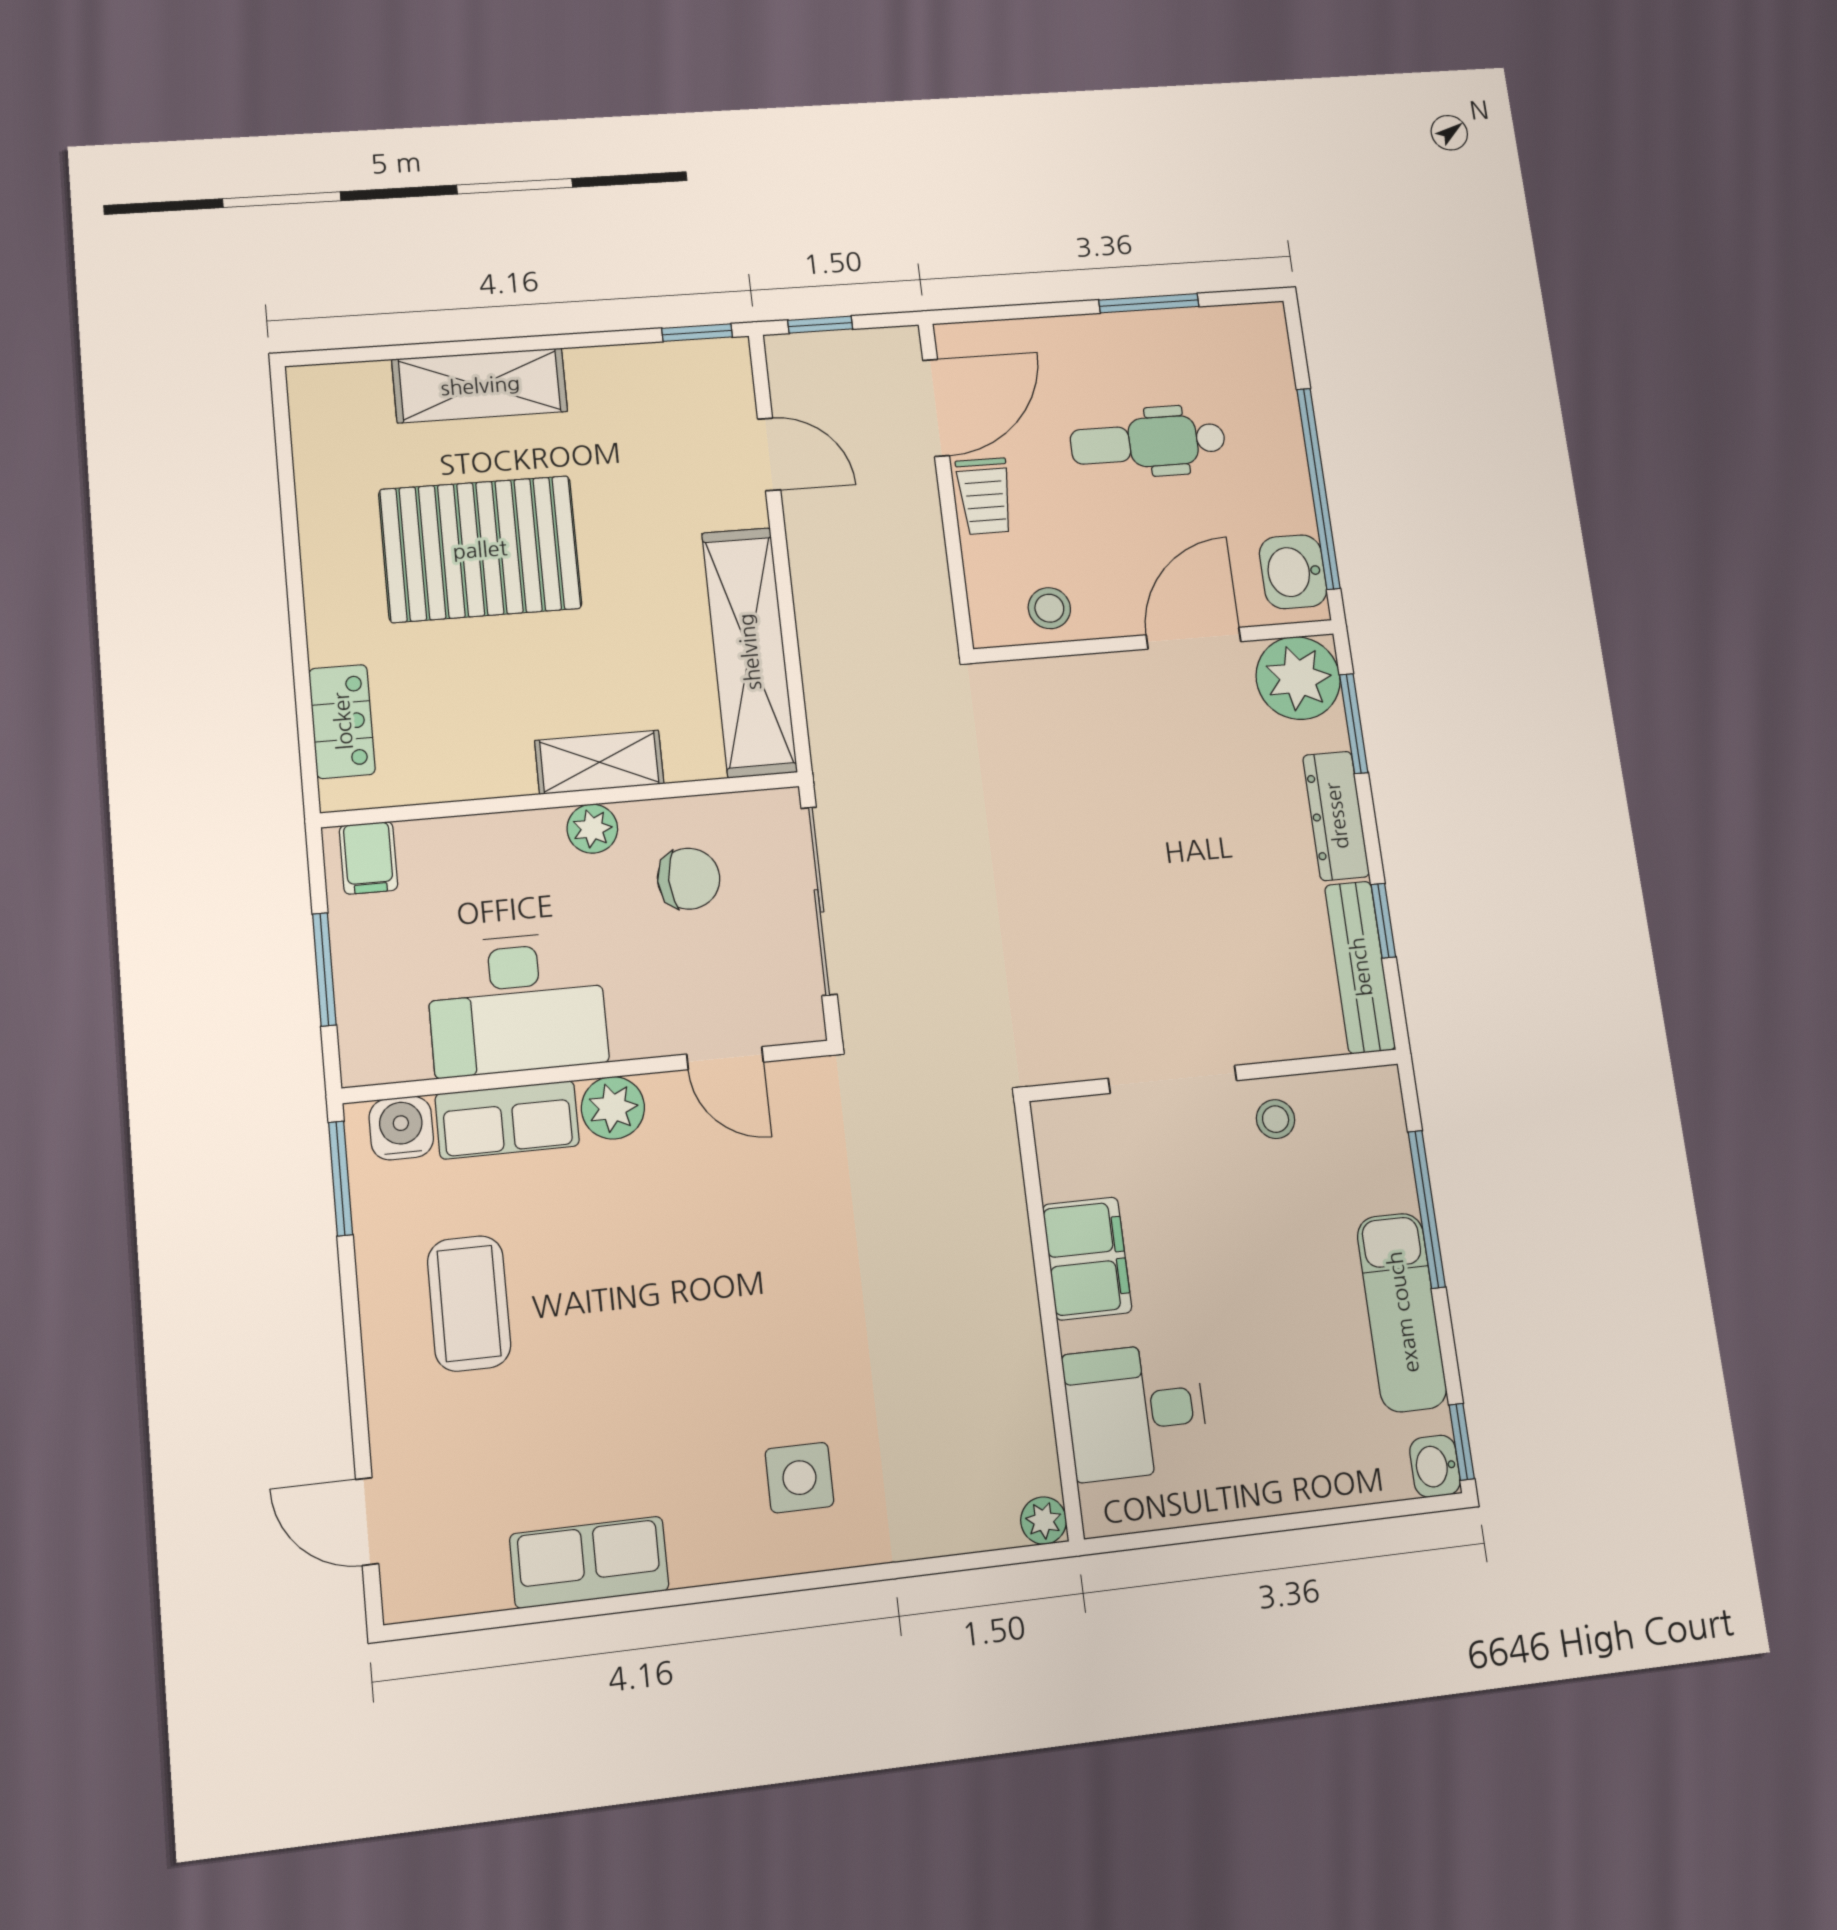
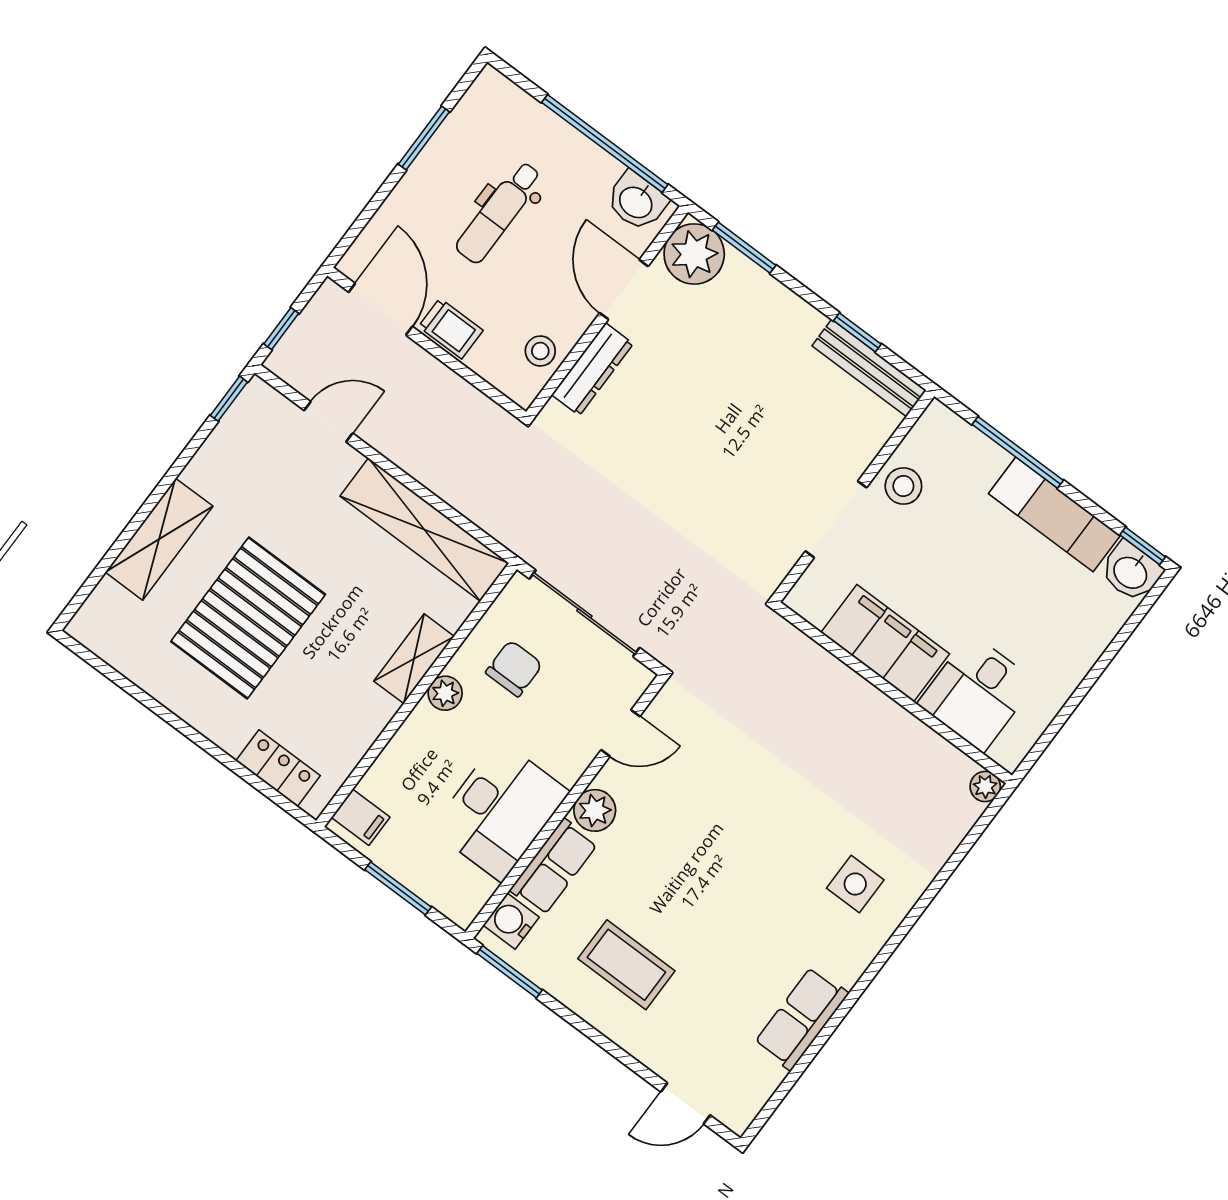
dresser: (1336, 816) -> (592, 369), moved, turned -90
stool: (1276, 1119) -> (903, 486), width x1.37, depth x1.37
filing cabinet: (1087, 1258) -> (885, 643), width x1.50, depth x1.17
washbasin: (1435, 1466) -> (1131, 572), width x1.38, depth x1.45

